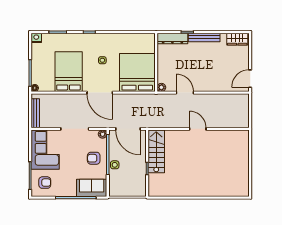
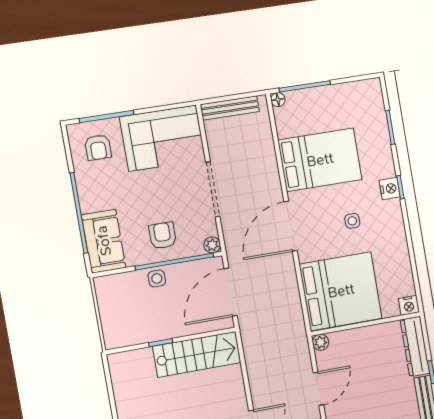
nightstand: (36, 38) -> (390, 189), moved
nightstand: (151, 38) -> (409, 305), added

